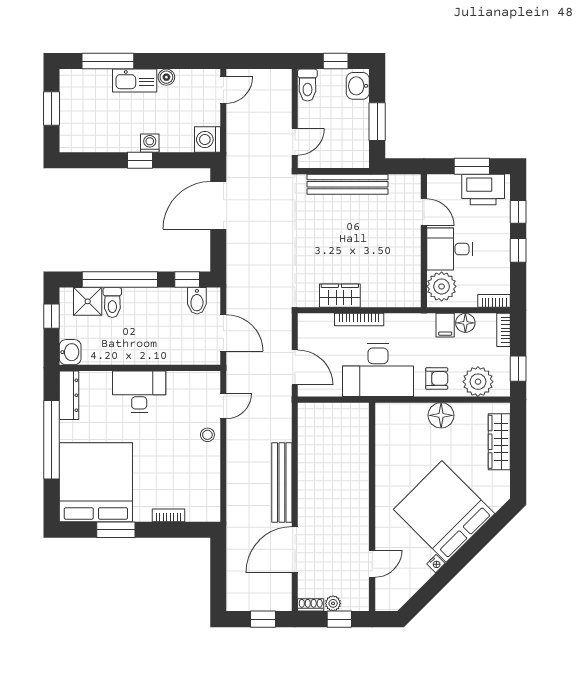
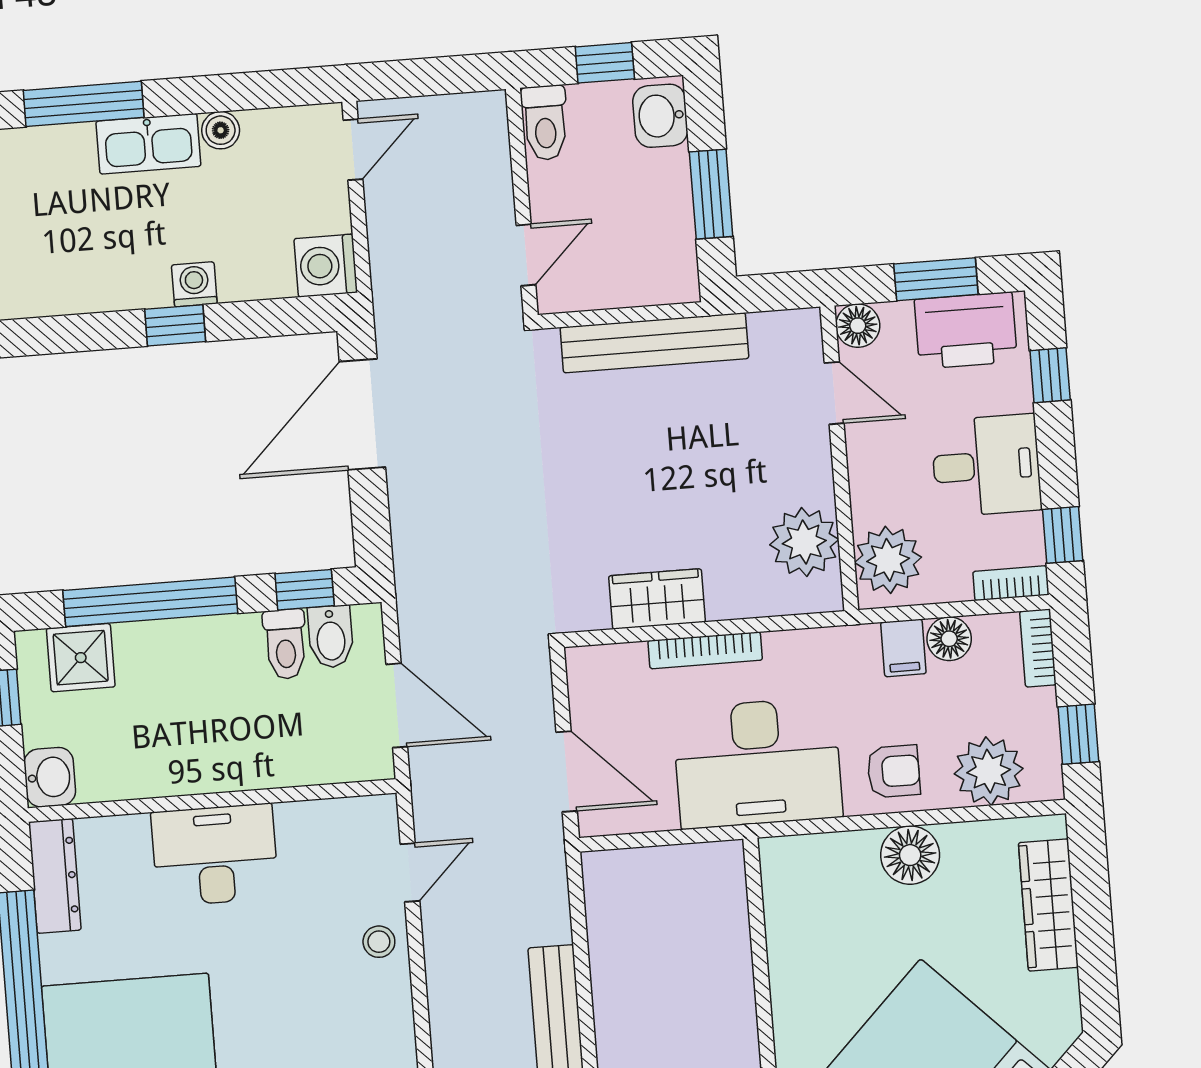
floor lamp: (436, 184) -> (858, 326), added
desk: (450, 249) -> (986, 465), moved, turned 180
window: (518, 250) -> (1063, 535), moved
plant: (406, 276) -> (804, 542), added
toilet: (112, 302) -> (285, 644), moved

